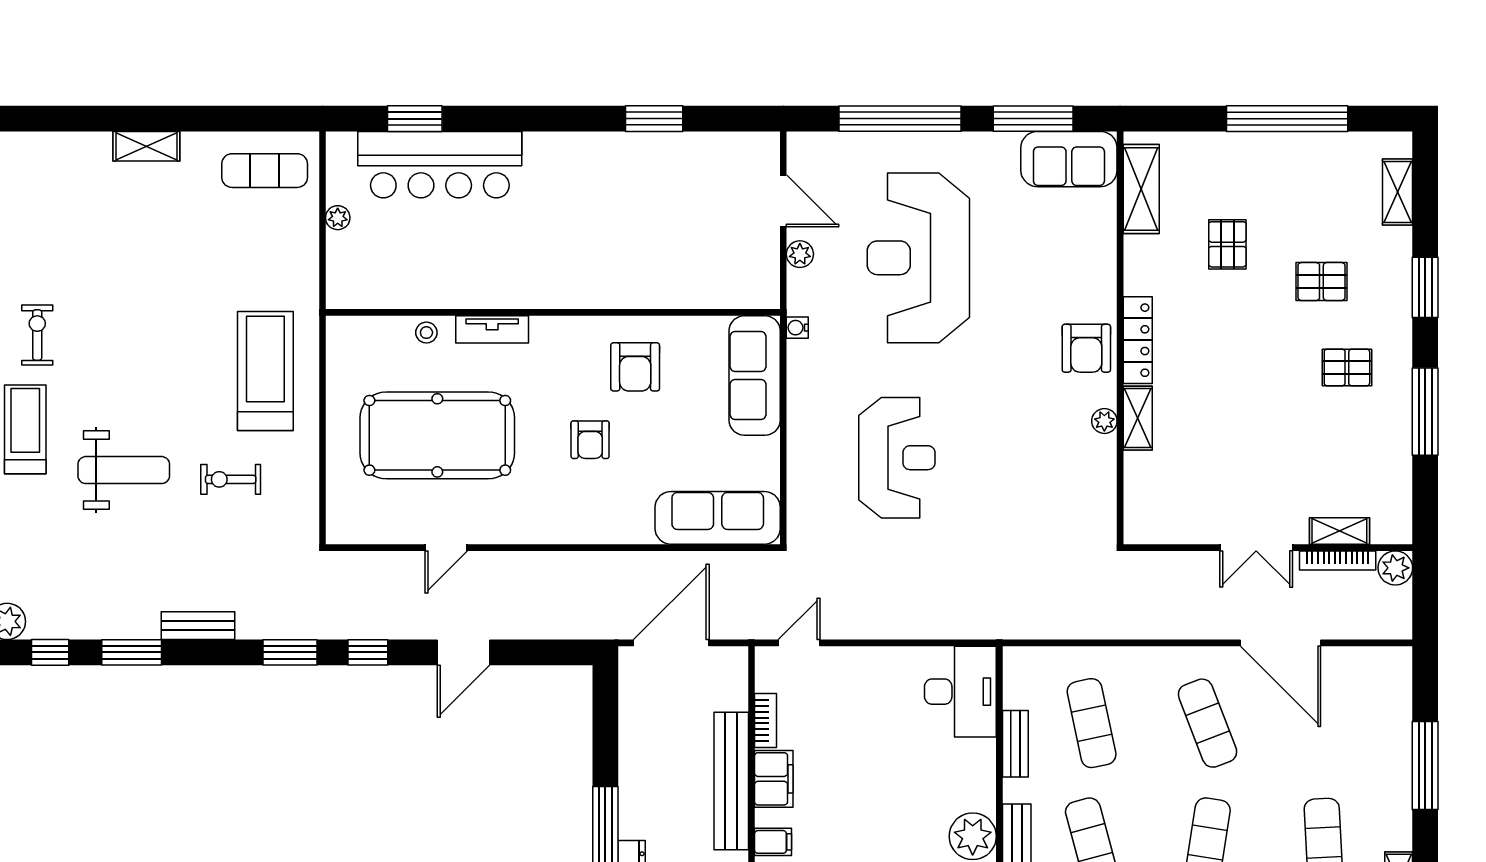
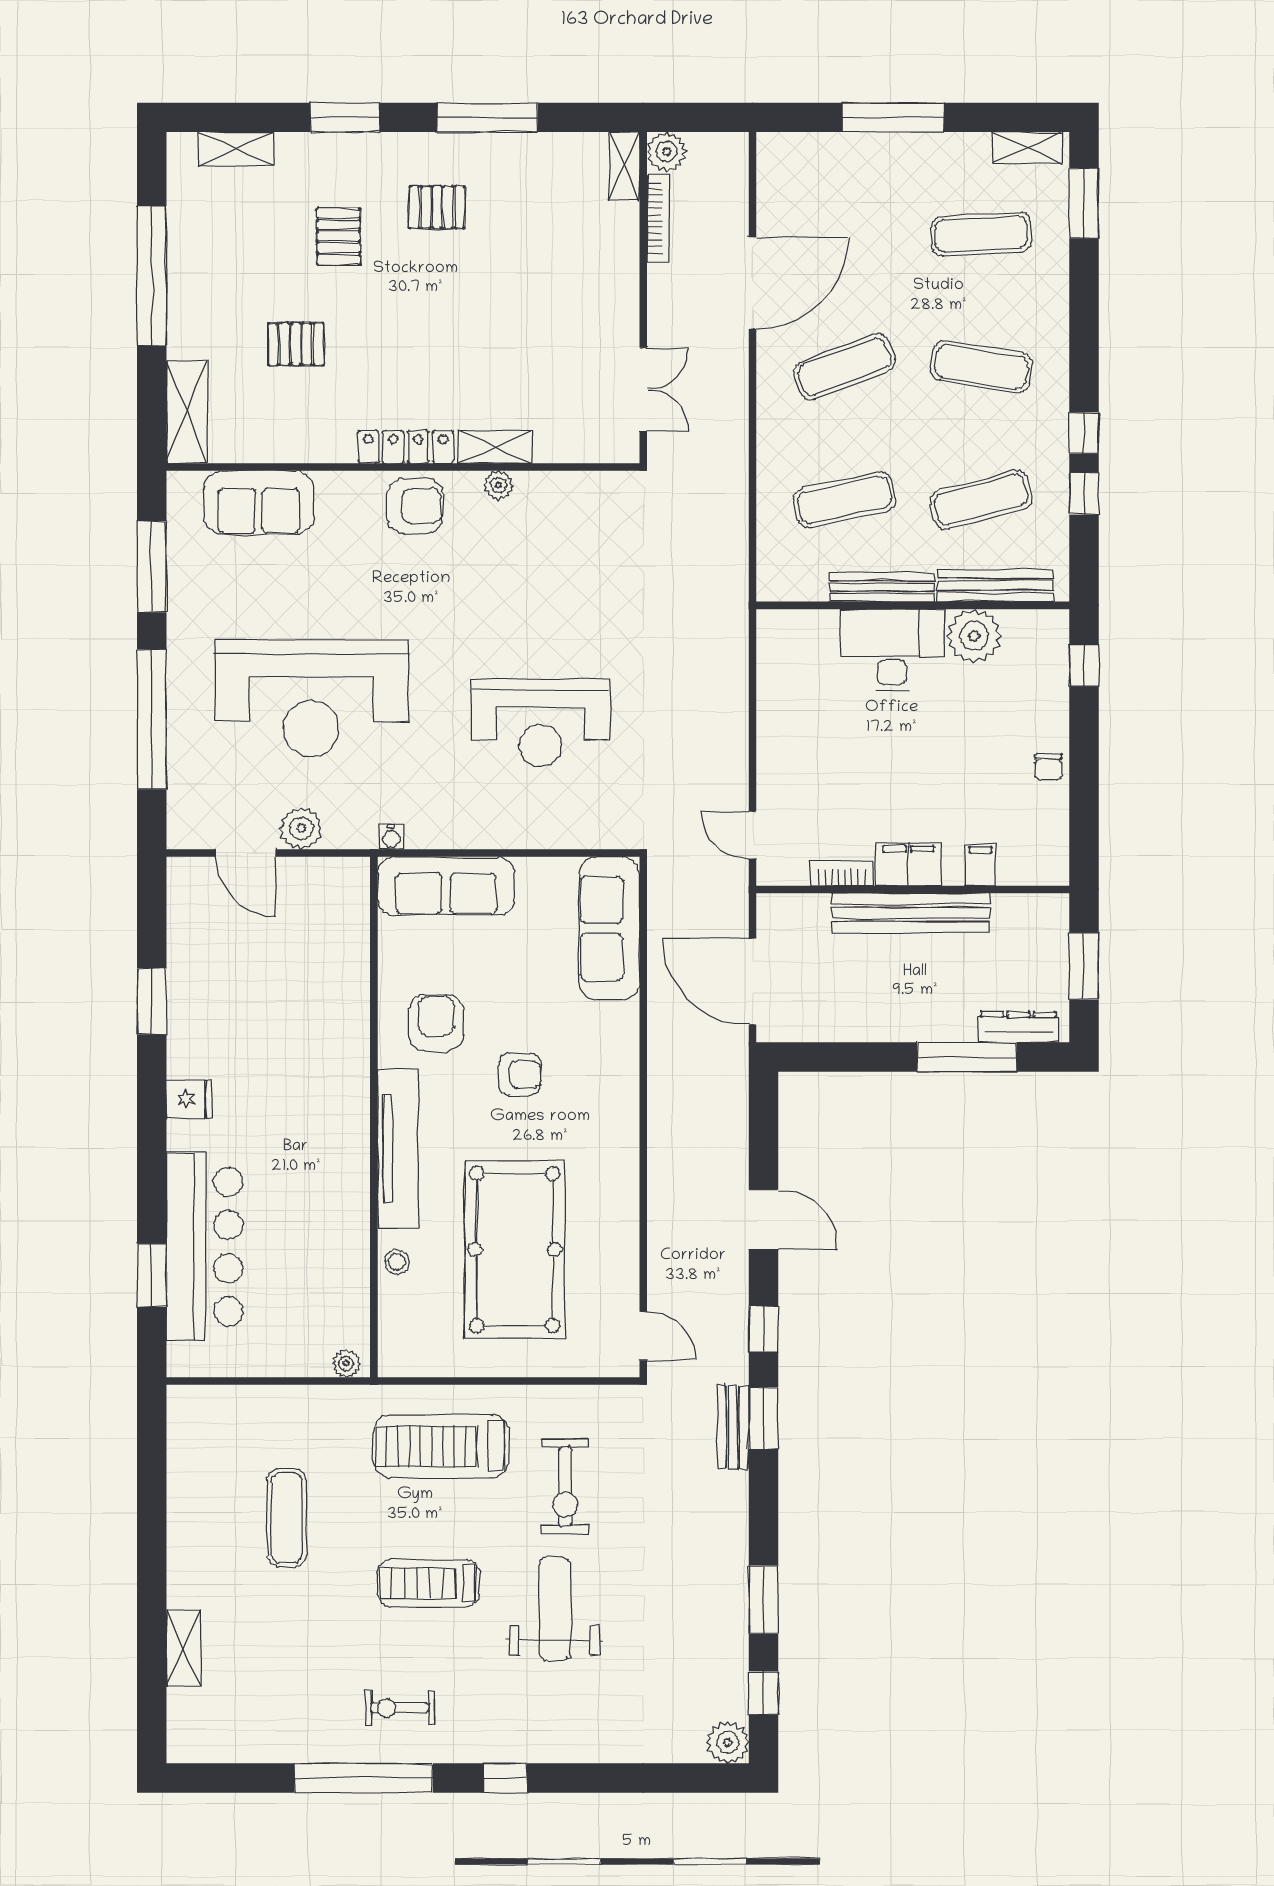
shelving: (146, 146) -> (183, 1648), moved
fridge: (569, 151) -> (189, 1099), added
sofa: (1069, 159) -> (259, 502), moved, turned 90
exercise mat: (265, 171) -> (287, 1518), moved
shelving: (1141, 189) -> (187, 412), moved, turned 90
door: (783, 201) -> (246, 853), swing flipped
plant: (338, 218) -> (346, 1364), moved
plant: (800, 254) -> (301, 828), width x1.38, depth x1.38
tv unit: (492, 329) -> (398, 1149), width x1.92, depth x1.29
armchair: (635, 367) -> (436, 1023), turned -90
pallet: (1347, 367) -> (437, 207), turned 90
treadmill: (25, 429) -> (428, 1583), moved
reception desk: (897, 458) -> (540, 723), turned 180
exercise bike: (231, 479) -> (565, 1486), width x1.38, depth x1.39
shelving: (1339, 531) -> (624, 166), moved
door: (446, 548) -> (643, 1336), moved
double door: (1256, 548) -> (643, 389), moved
bench: (198, 626) -> (733, 1427), moved
desk: (960, 692) -> (892, 650), moved
bench: (1015, 744) -> (882, 587), width x1.36

